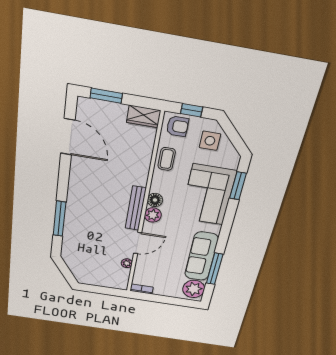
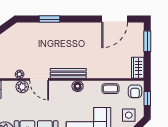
plant: (153, 215) -> (22, 87), moved
window: (59, 219) -> (50, 19), width x0.69

